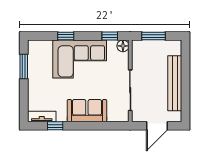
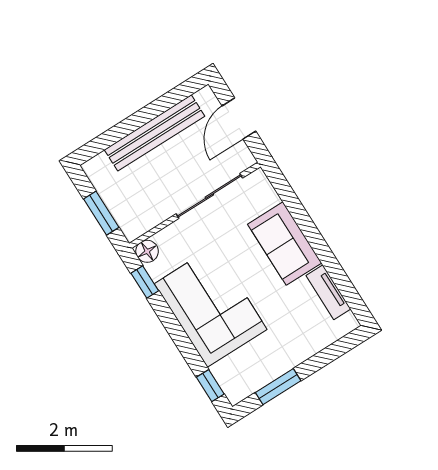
window: (66, 36) -> (210, 386), moved
tv unit: (42, 117) -> (328, 292), moved
window: (55, 126) -> (340, 278), removed
door: (157, 126) -> (239, 119), swing flipped

